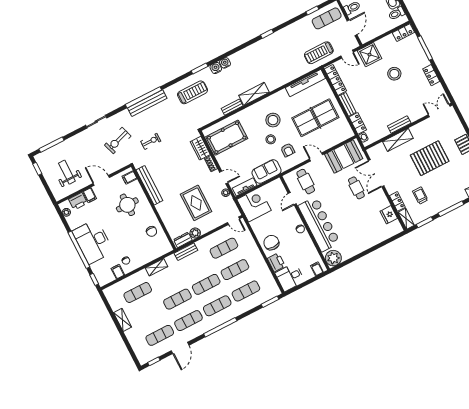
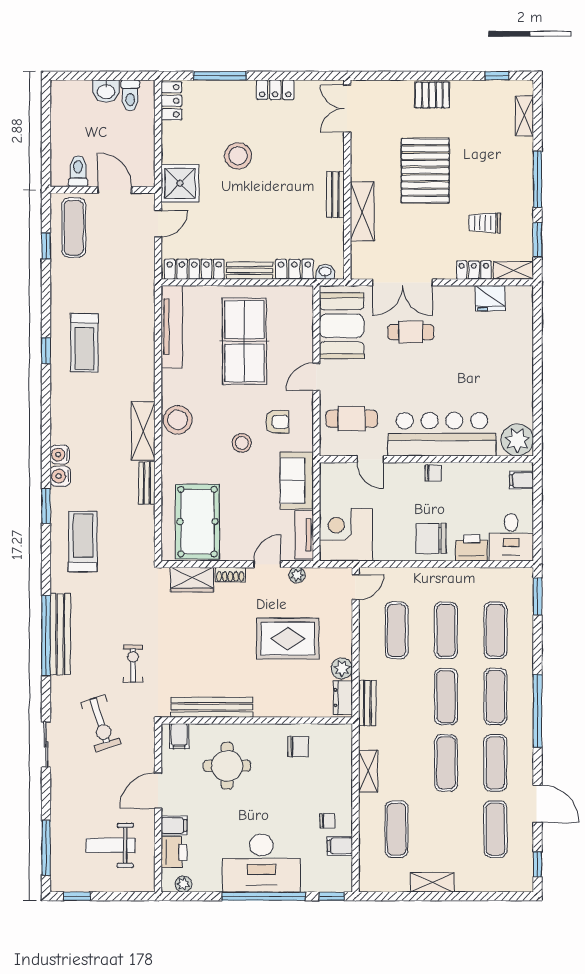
treadmill: (319, 53) -> (84, 343), moved
stool: (273, 120) -> (178, 420), moved

